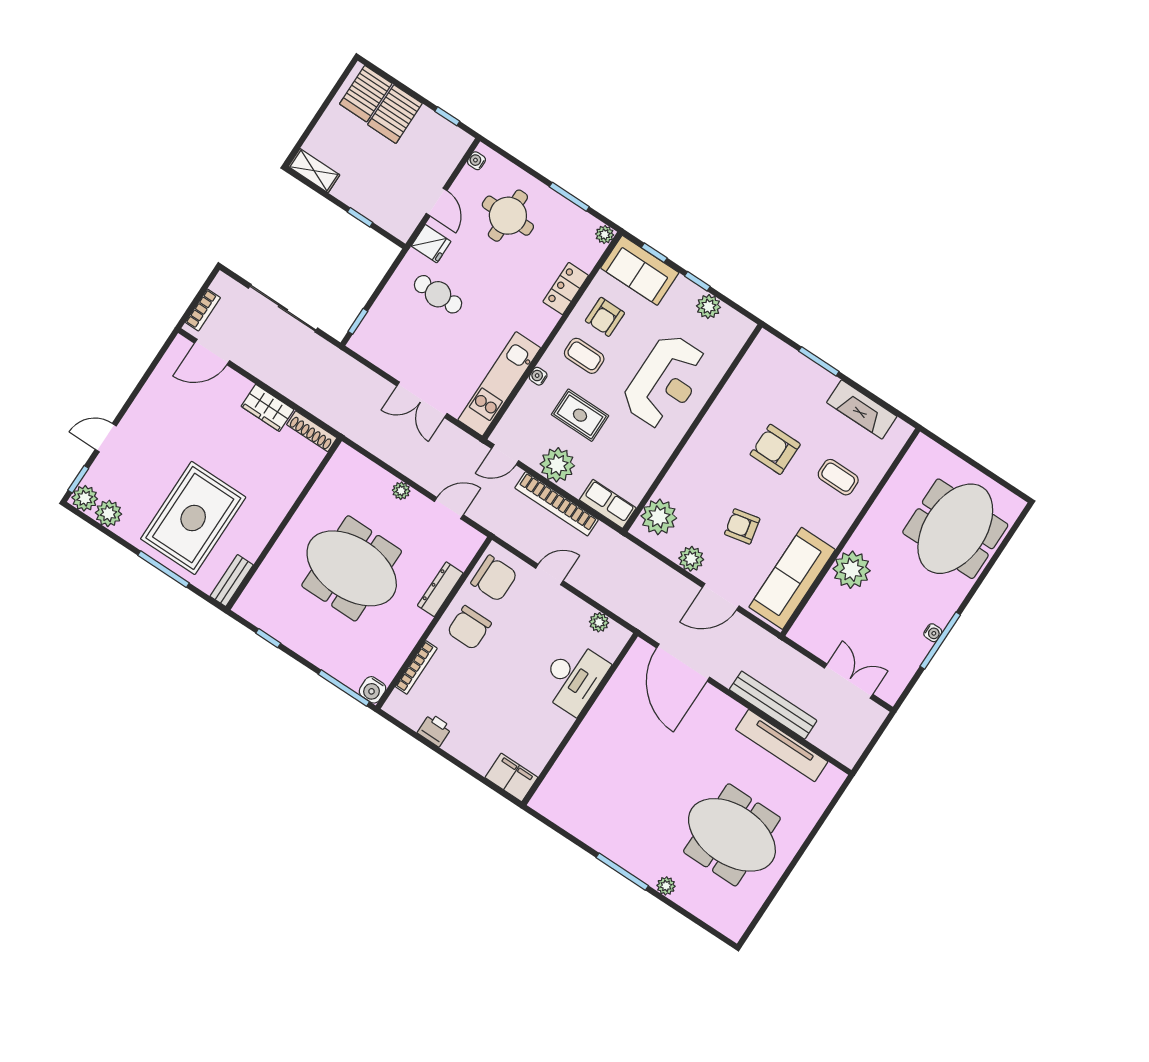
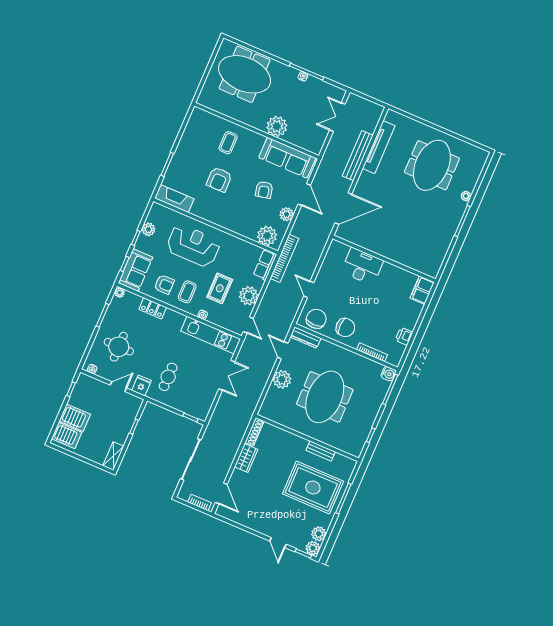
fireplace: (862, 409) -> (174, 199), moved, turned -90
plant: (401, 491) -> (282, 379), width x1.88, depth x1.88
bookcase: (557, 504) -> (284, 258), moved
bench: (232, 581) -> (321, 451), moved
dresser: (440, 589) -> (306, 338), moved
plant: (599, 622) -> (330, 258), removed

